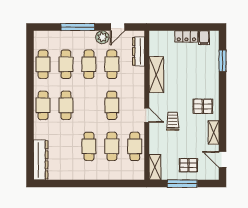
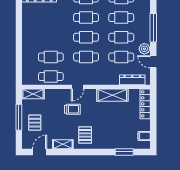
locker: (186, 36) -> (145, 104), moved, width x1.53
cafe table: (89, 146) -> (86, 37), moved

